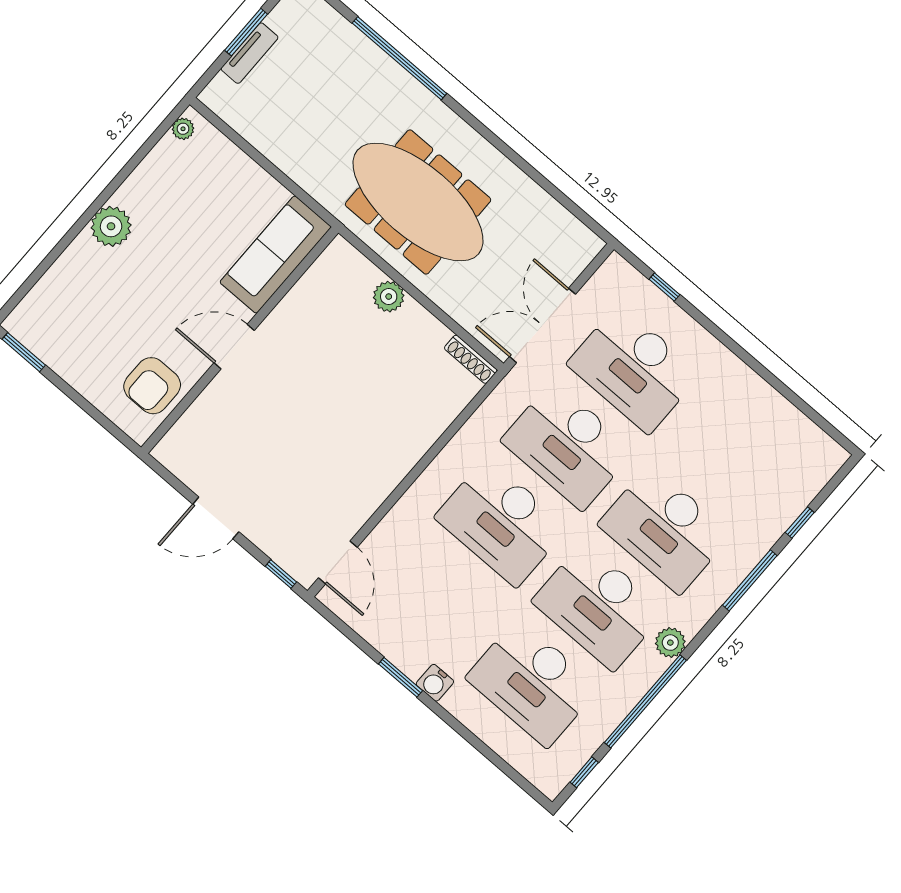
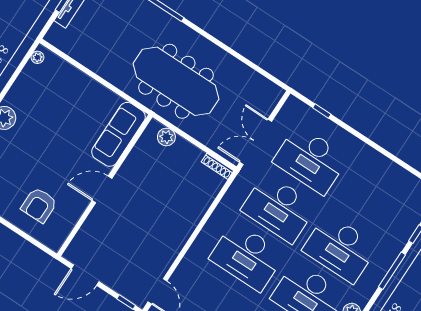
sofa: (275, 255) -> (118, 134), moved
wall: (240, 340) -> (105, 185), moved
door: (234, 347) -> (102, 190), moved

